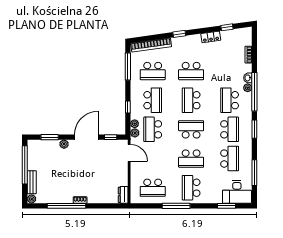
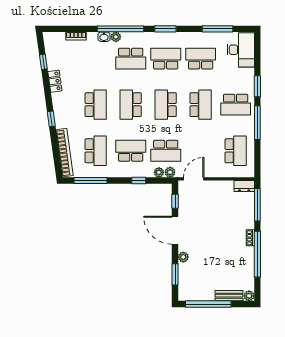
school desk: (191, 100) -> (131, 105), turned 90
window: (108, 206) -> (257, 205), added
window: (226, 206) -> (257, 86), moved

